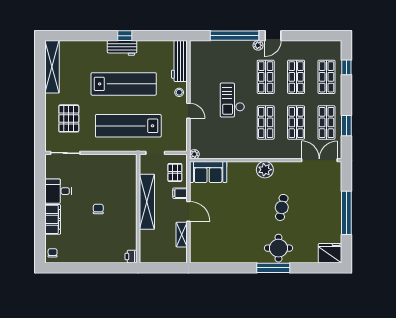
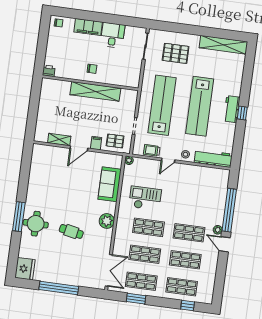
checkout: (232, 100) -> (145, 198), moved
trolley: (180, 130) -> (152, 150), added
sofa: (208, 172) -> (110, 184), moved
shelving: (147, 202) -> (95, 91), moved
wall: (138, 209) -> (90, 83), moved
printer: (131, 257) -> (49, 71), moved

